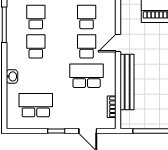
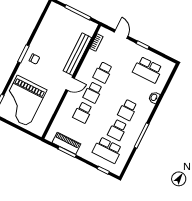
school desk: (87, 76) -> (103, 72), width x0.54

